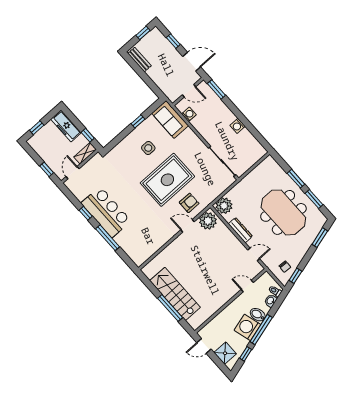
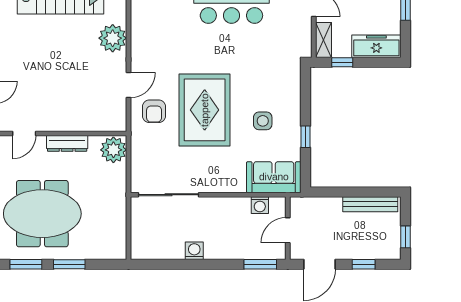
bench: (139, 60) -> (370, 204), width x1.36
plant: (208, 221) -> (113, 38), moved

